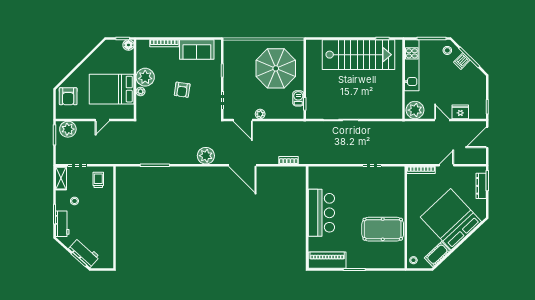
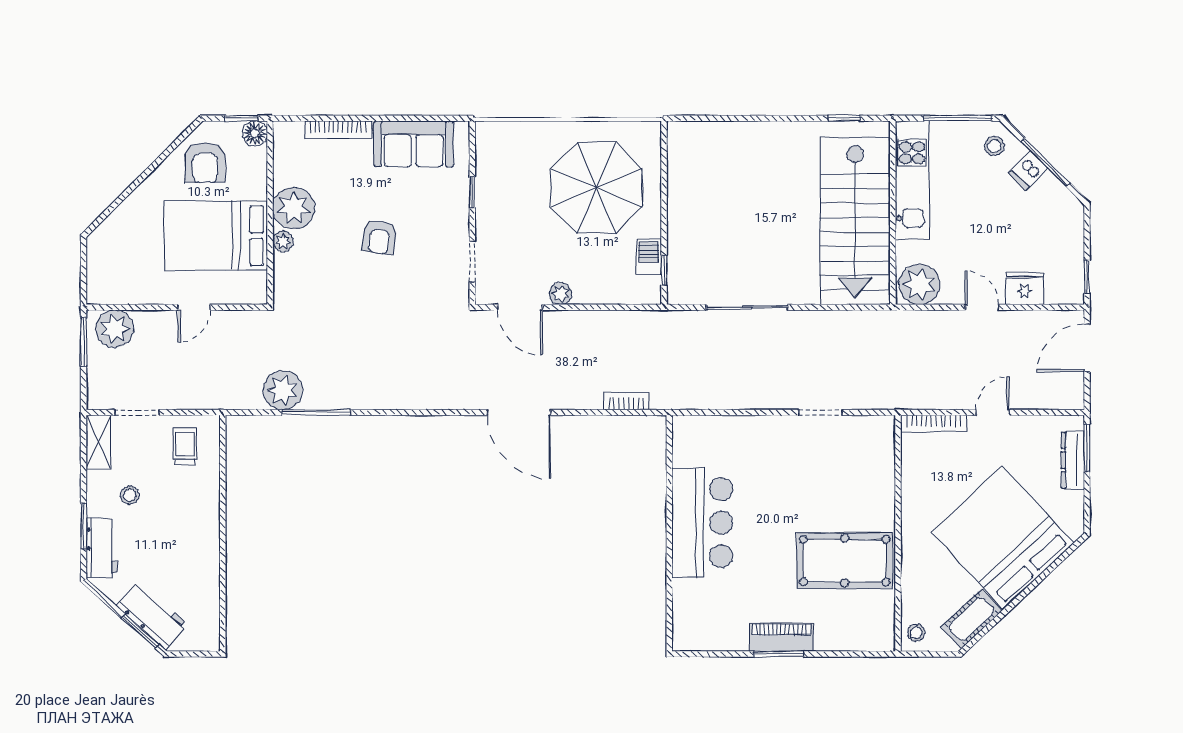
stairs: (358, 55) -> (855, 221), moved, turned 90
armchair: (68, 96) -> (205, 162), moved
plant: (206, 156) -> (283, 390), moved
piano: (327, 260) -> (781, 637), moved, width x0.73, depth x0.75

